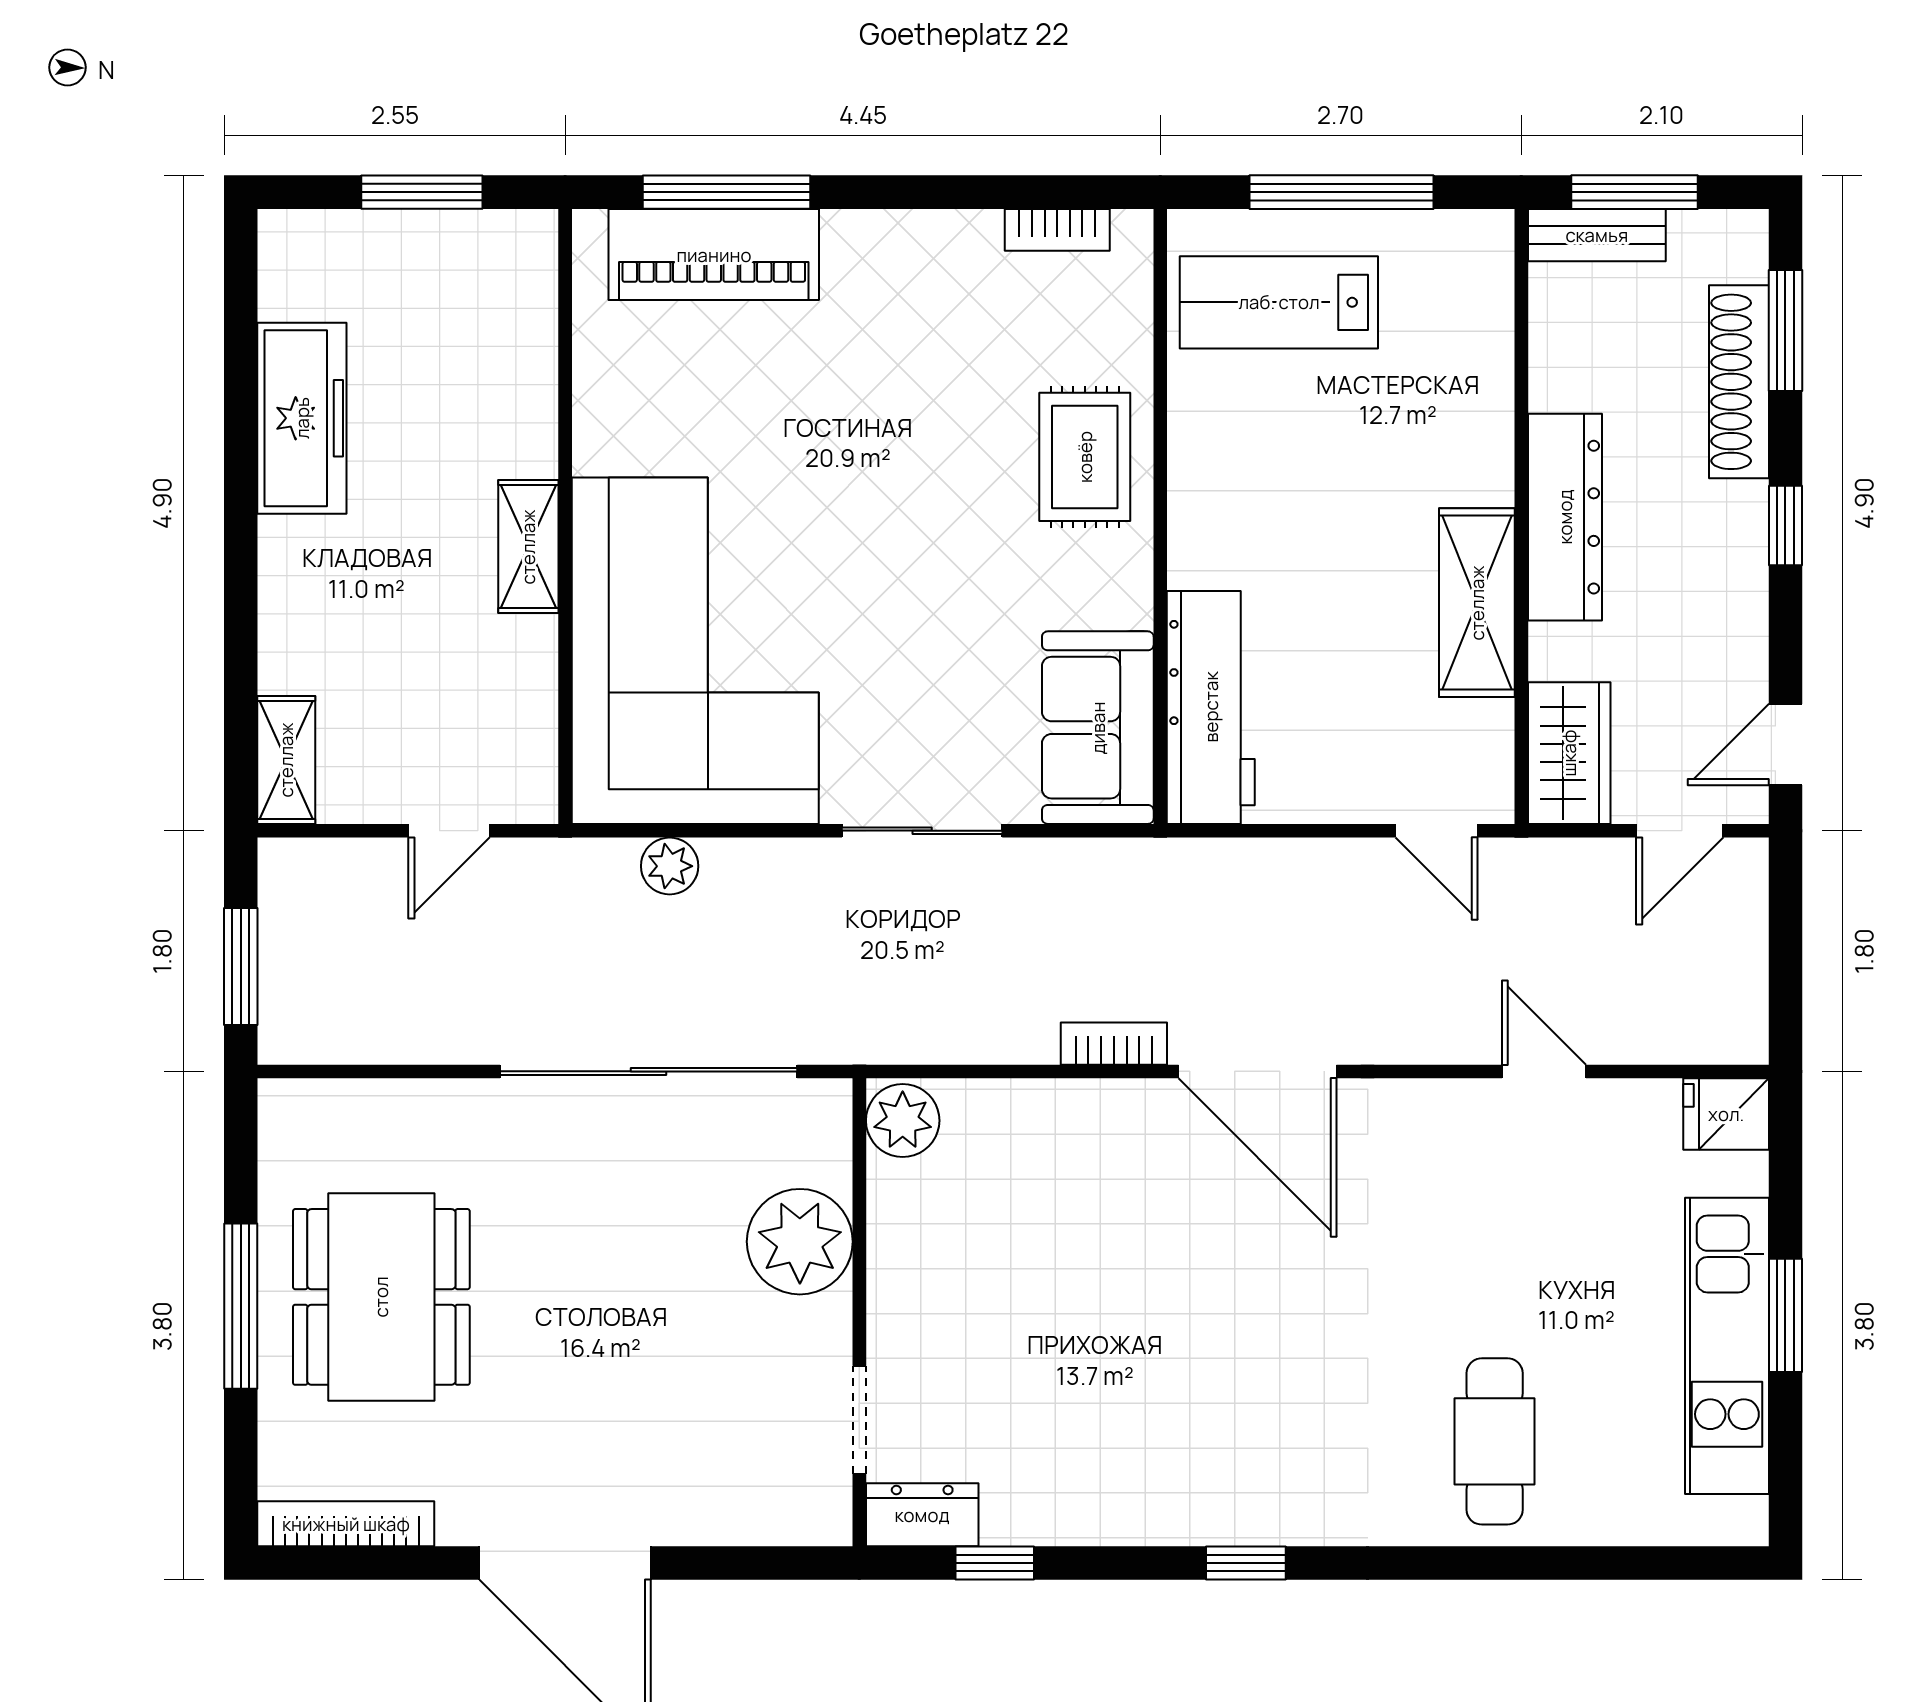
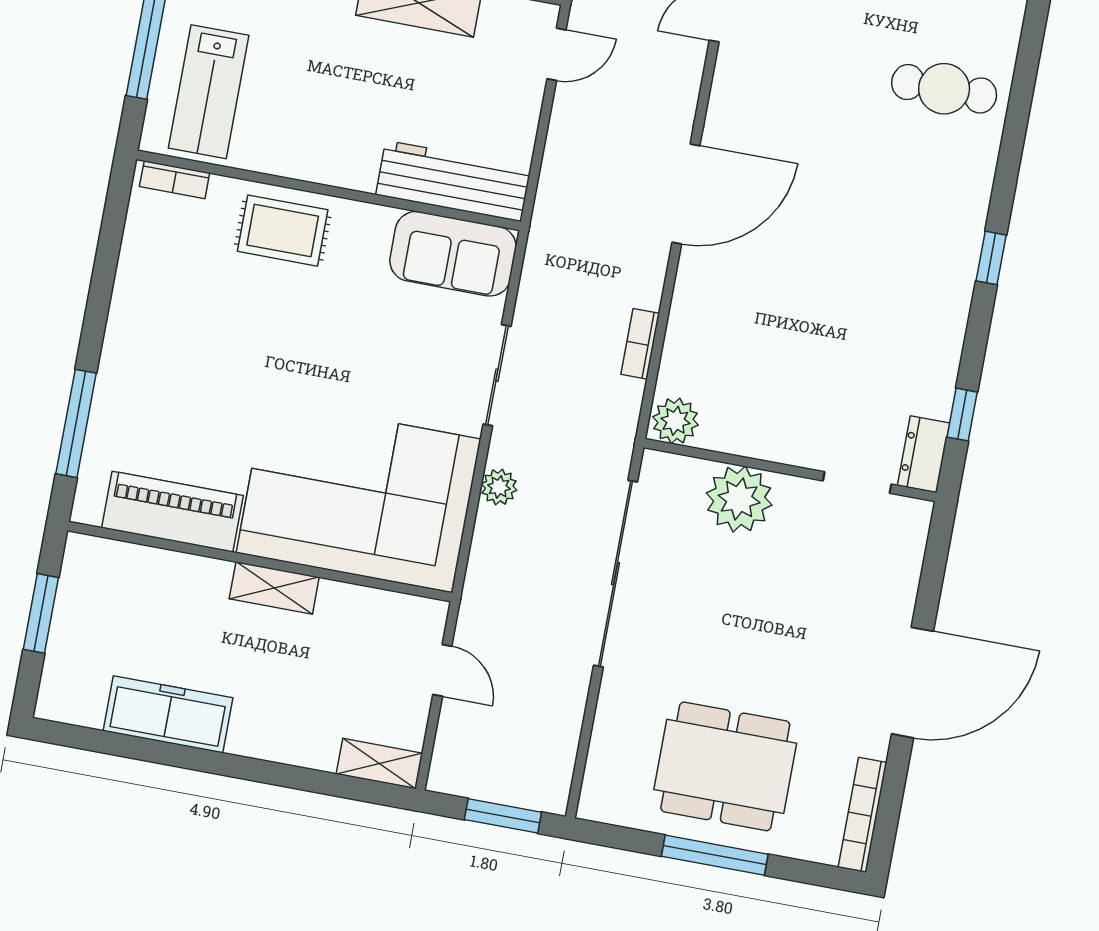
bookcase: (1057, 230) -> (175, 180), moved, turned 90
piano: (714, 255) -> (172, 512), moved, turned -90
plant: (670, 866) -> (499, 487), moved
bookcase: (1114, 1044) -> (640, 344), moved

